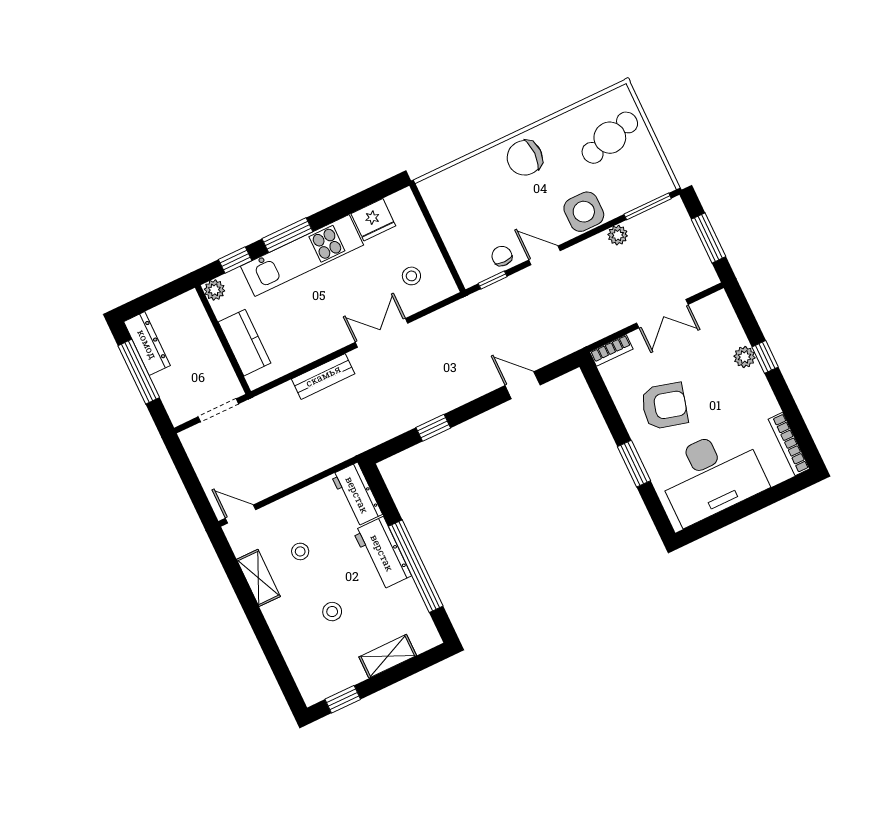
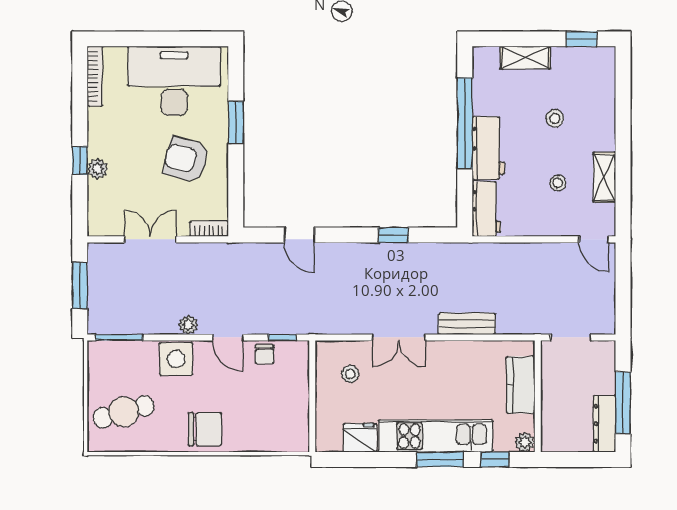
plant: (618, 235) -> (188, 325), moved

